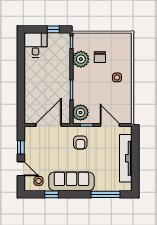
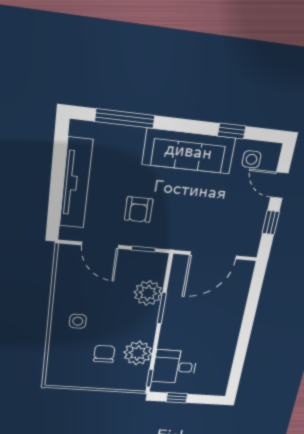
desk: (35, 45) -> (174, 367), moved, turned 90
plant: (80, 112) -> (148, 293), moved
armchair: (80, 143) -> (139, 210), moved, turned 180

